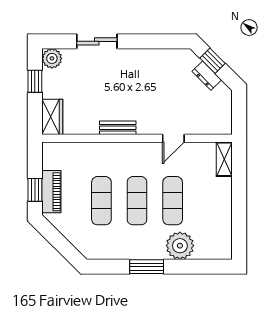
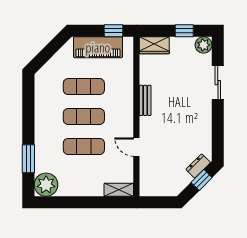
dresser: (207, 76) -> (198, 166), moved
window: (35, 190) -> (114, 31), moved
piano: (51, 192) -> (98, 47), width x1.37, depth x1.33
plant: (180, 246) -> (46, 185), moved
window: (147, 267) -> (28, 159), moved

